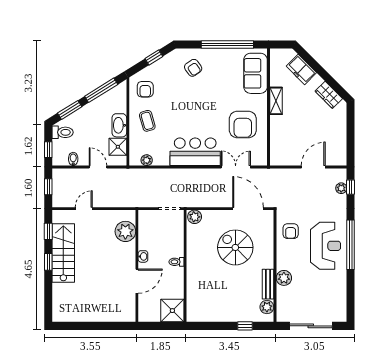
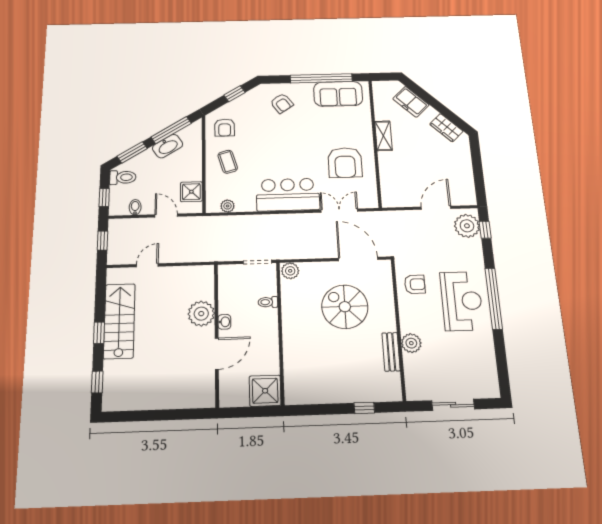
sofa: (256, 73) -> (338, 94), moved, turned -90
washbasin: (119, 125) -> (168, 146), moved, turned -122
plant: (341, 188) -> (467, 226), width x1.87, depth x1.87
window: (48, 231) -> (97, 382), moved
plant: (125, 231) -> (201, 314), moved
armchair: (291, 231) -> (415, 284), turned -90
toilet: (176, 262) -> (268, 302), moved
plant: (267, 307) -> (392, 382), removed
sliding door: (311, 326) -> (453, 405), width x0.73

